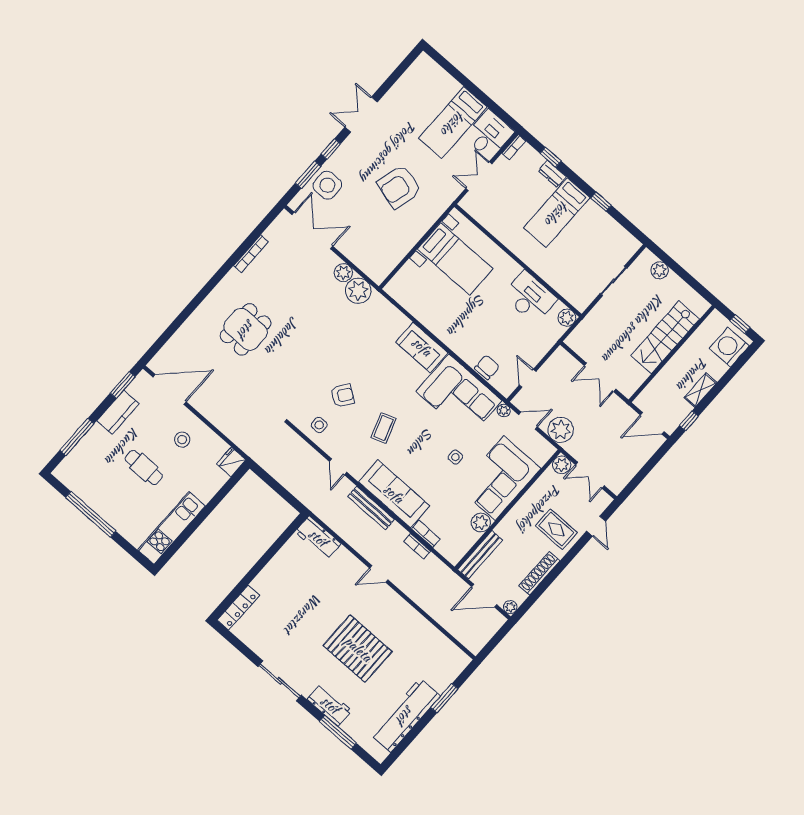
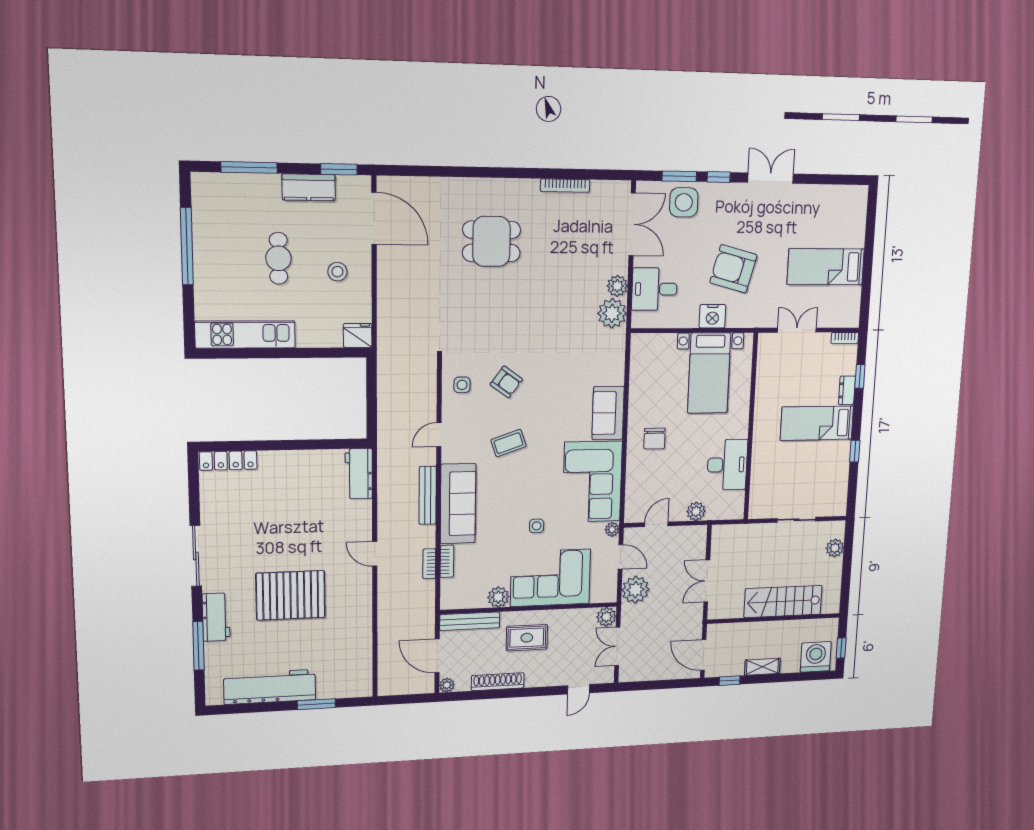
desk: (489, 134) -> (654, 289), moved, turned 180
nightstand: (419, 226) -> (712, 316), added
plant: (567, 318) -> (696, 511), moved
chair: (487, 367) -> (655, 439), moved, turned 90
rug: (556, 529) -> (527, 638), moved, turned 90
pallet: (358, 649) -> (291, 595), turned 90

